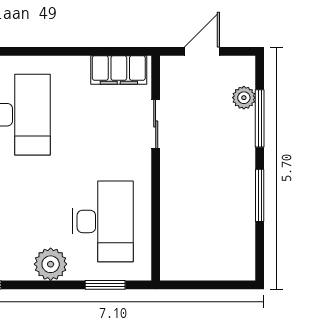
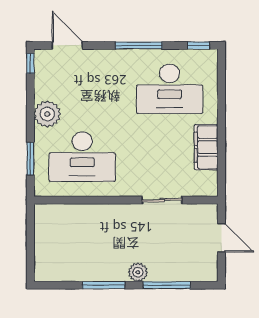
filing cabinet: (119, 70) -> (206, 147), moved
plant: (244, 98) -> (138, 272), moved

